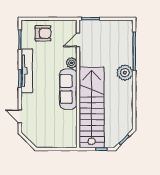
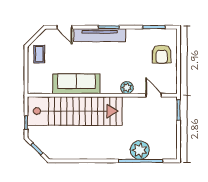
tv unit: (27, 71) -> (100, 35), moved
plant: (125, 73) -> (140, 150), moved
sofa: (68, 89) -> (76, 84), moved
door: (20, 116) -> (64, 27), swing flipped
coffee table: (43, 138) -> (39, 54), added

